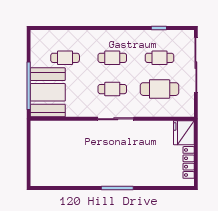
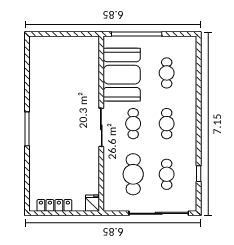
booth: (48, 92) -> (122, 75), moved, turned 90
fridge: (184, 133) -> (92, 203), width x0.53, depth x0.75

